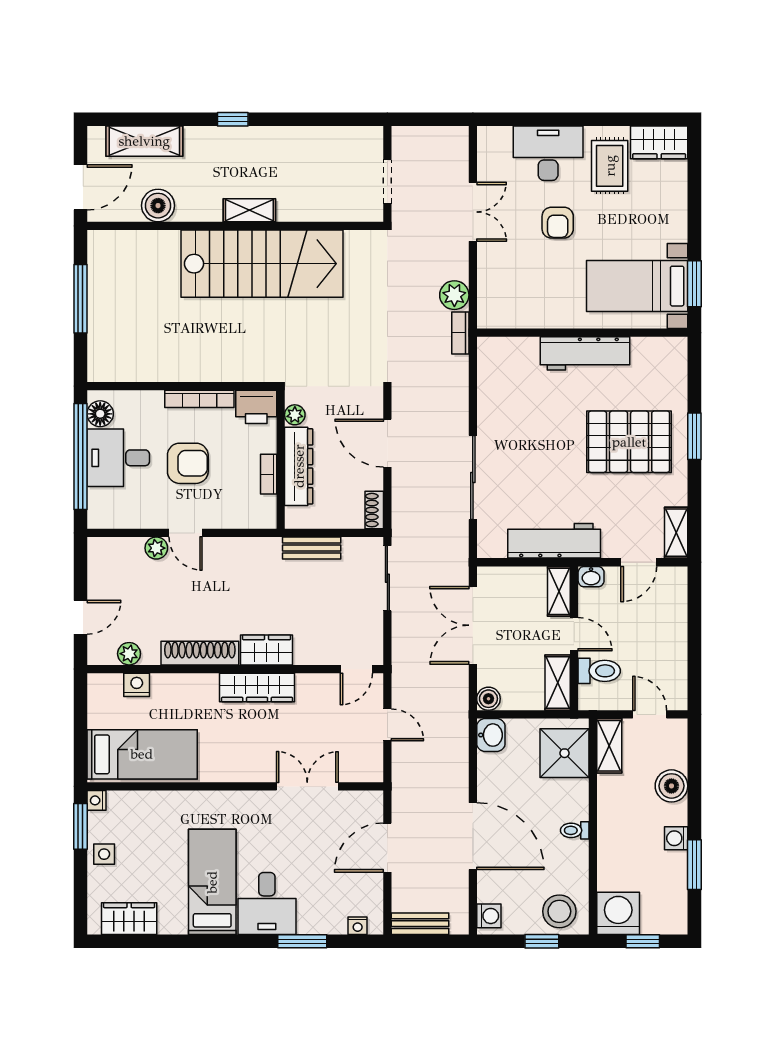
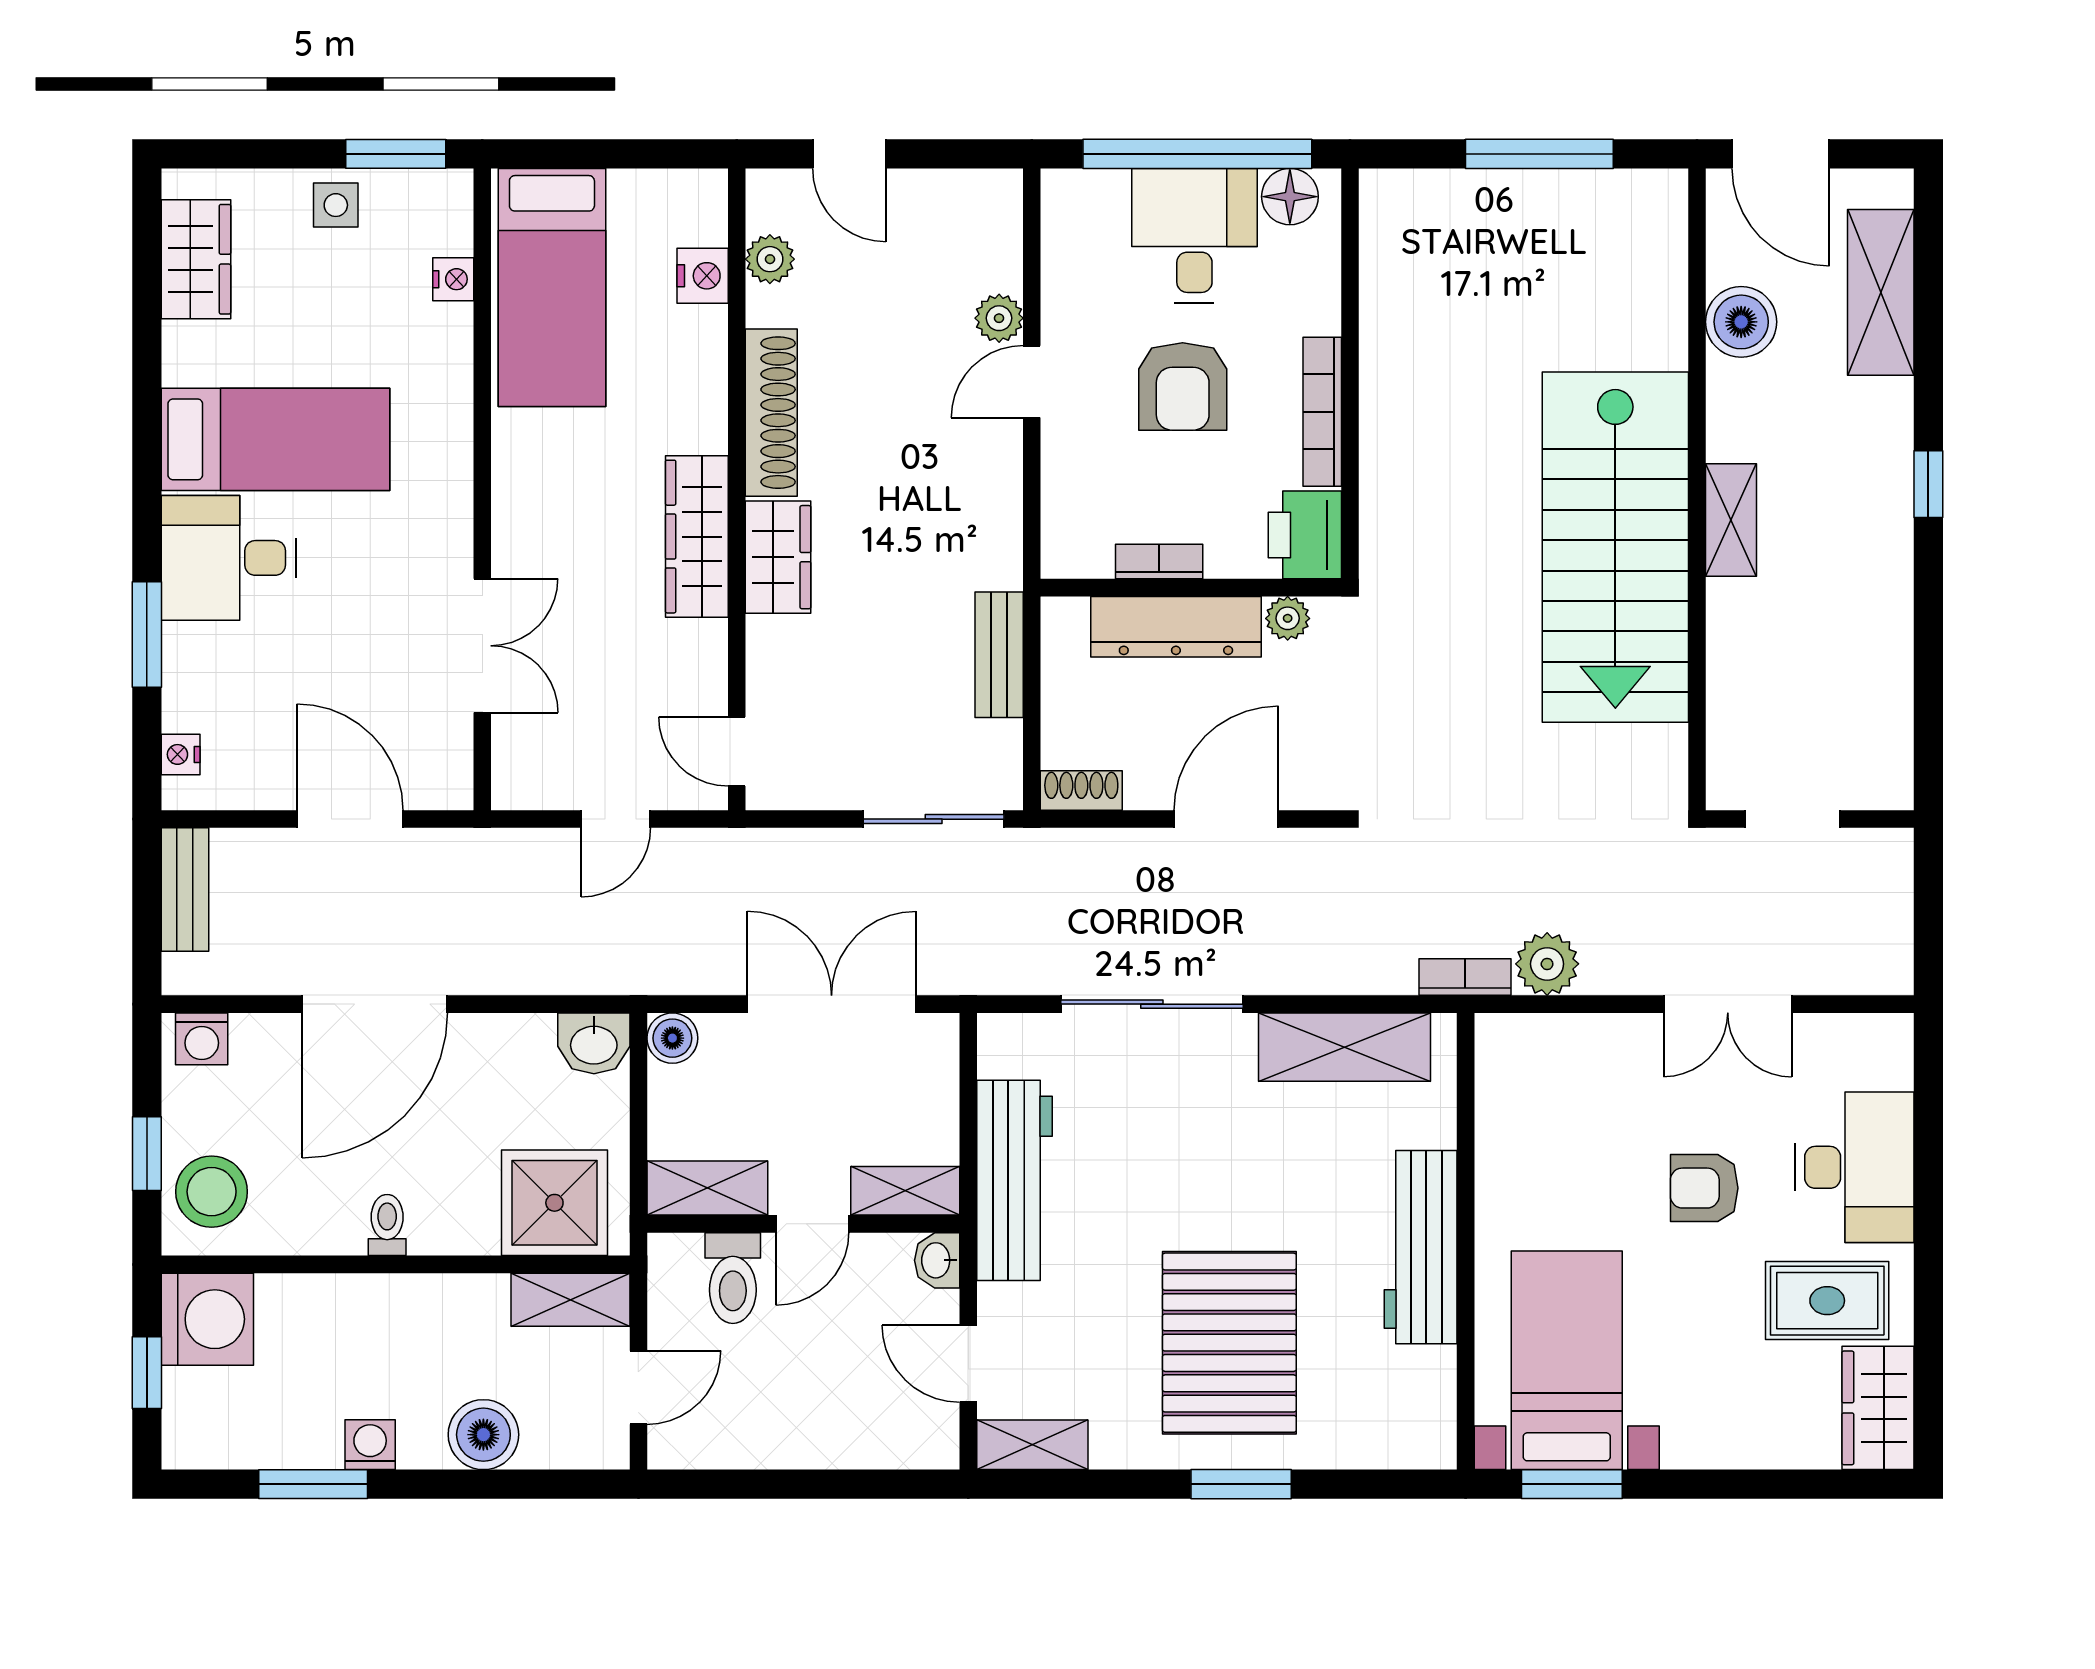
shelving: (493, 389) -> (1344, 1047), added
nightstand: (97, 800) -> (453, 279), moved, turned 90

